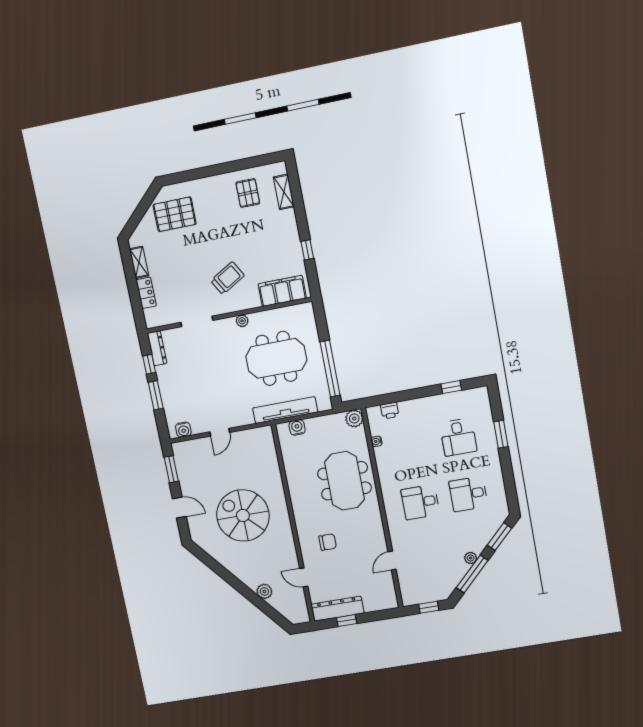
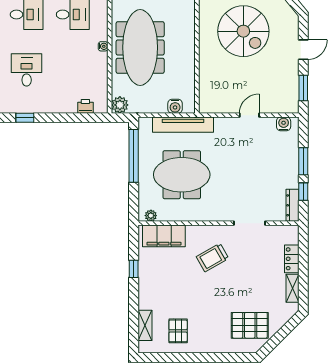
plant: (242, 321) -> (151, 216), moved
water cooler: (377, 441) -> (103, 46), moved
meeting table: (344, 481) -> (140, 47), width x1.36
door: (179, 508) -> (303, 50), swing flipped

